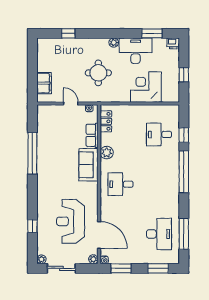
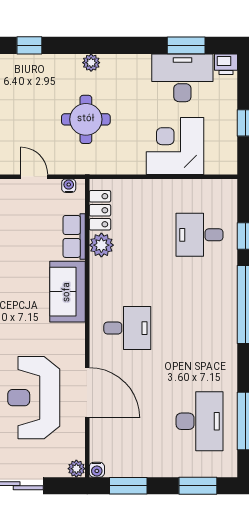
plant: (114, 43) -> (91, 63), moved
desk: (136, 51) -> (182, 78), moved
plant: (107, 153) -> (101, 245), moved
desk: (120, 184) -> (127, 328), turned 180
door: (99, 235) -> (87, 393), moved

